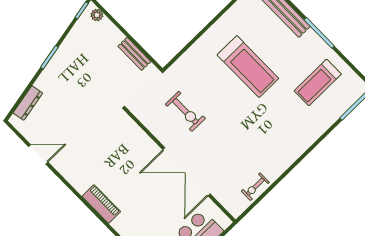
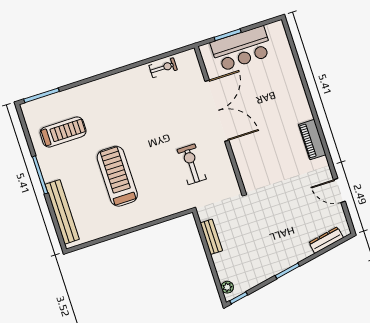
piano: (101, 204) -> (312, 140), moved

